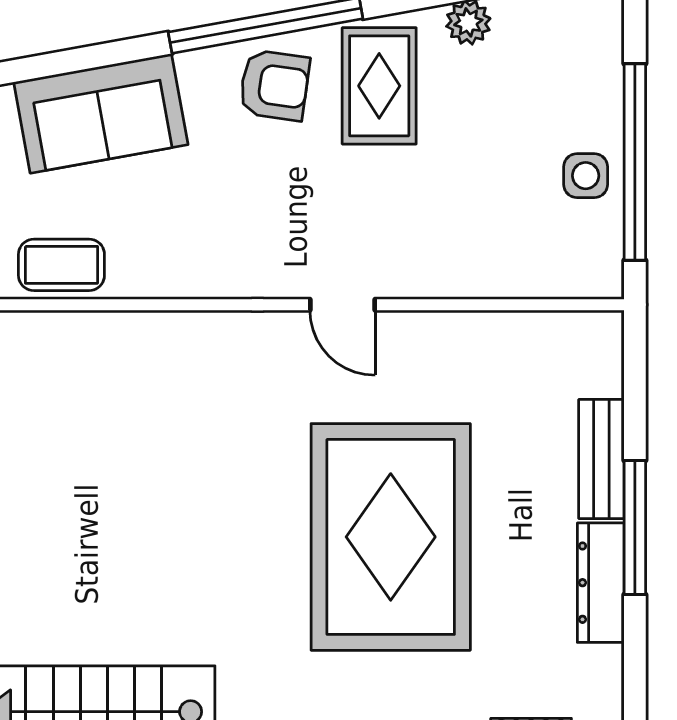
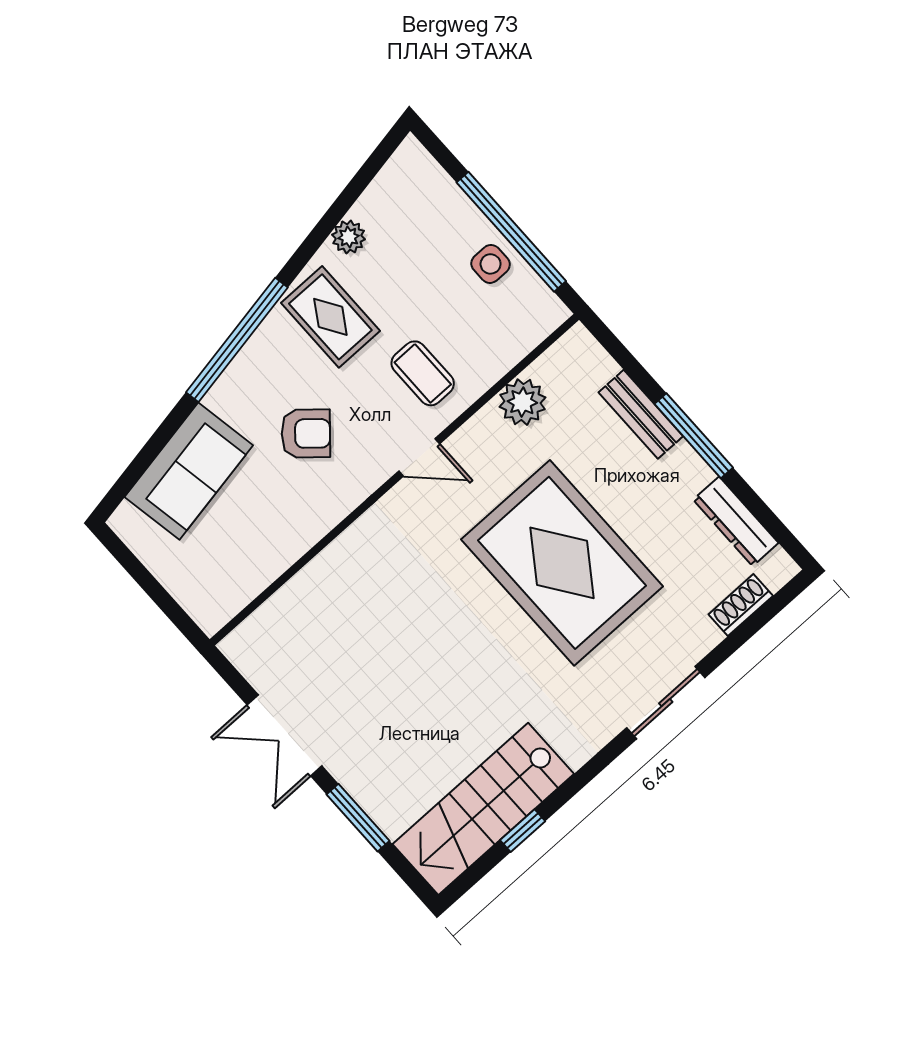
armchair: (274, 85) -> (306, 434), moved, turned 33
coffee table: (61, 265) -> (423, 373), moved, turned 90
plant: (494, 342) -> (522, 402), added
dresser: (601, 583) -> (736, 521), moved

